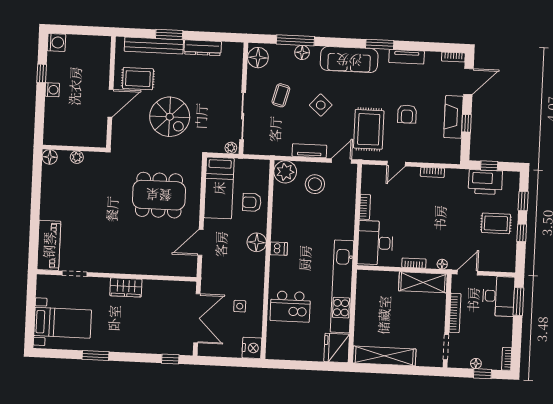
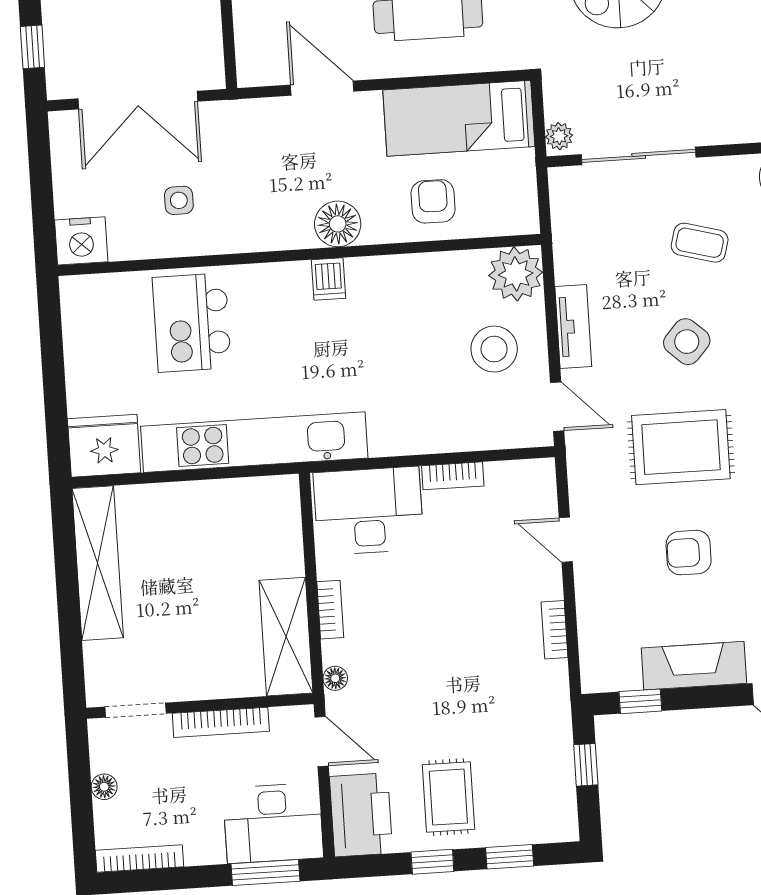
window: (466, 123) -> (640, 701), moved
rug: (369, 129) -> (681, 447), moved
printer: (485, 182) -> (361, 815), moved, turned 180
bookcase: (507, 359) -> (139, 859), width x1.56
window: (482, 374) -> (81, 805), removed

